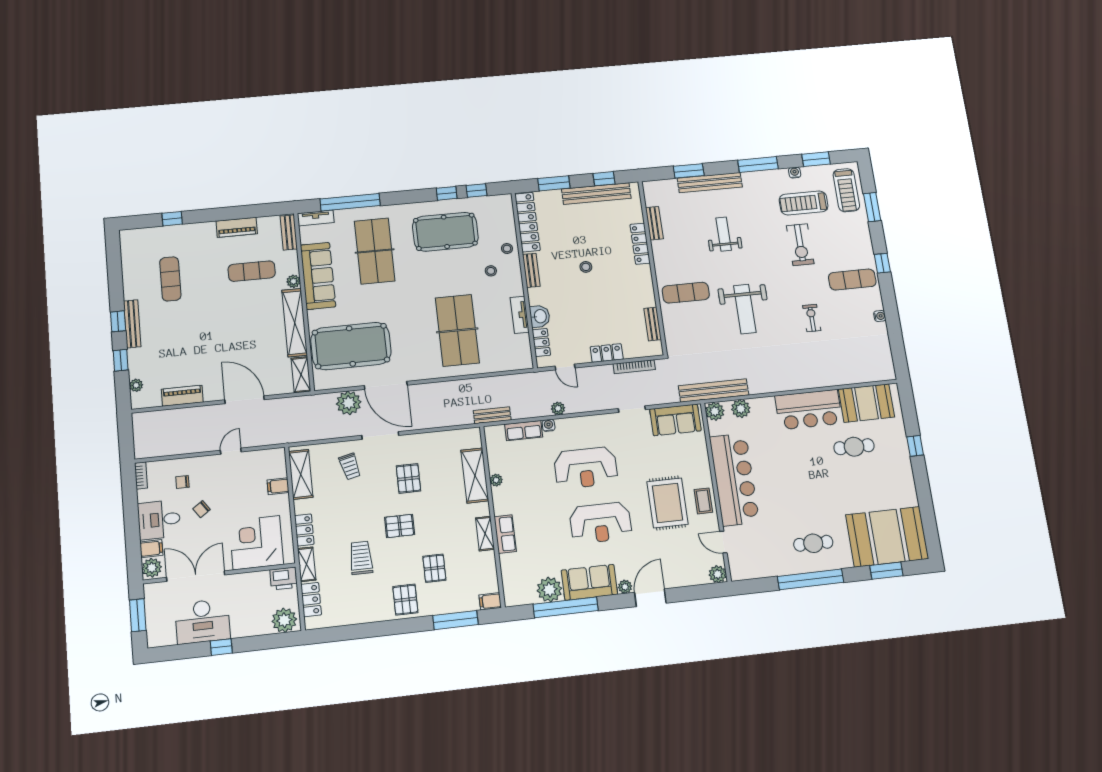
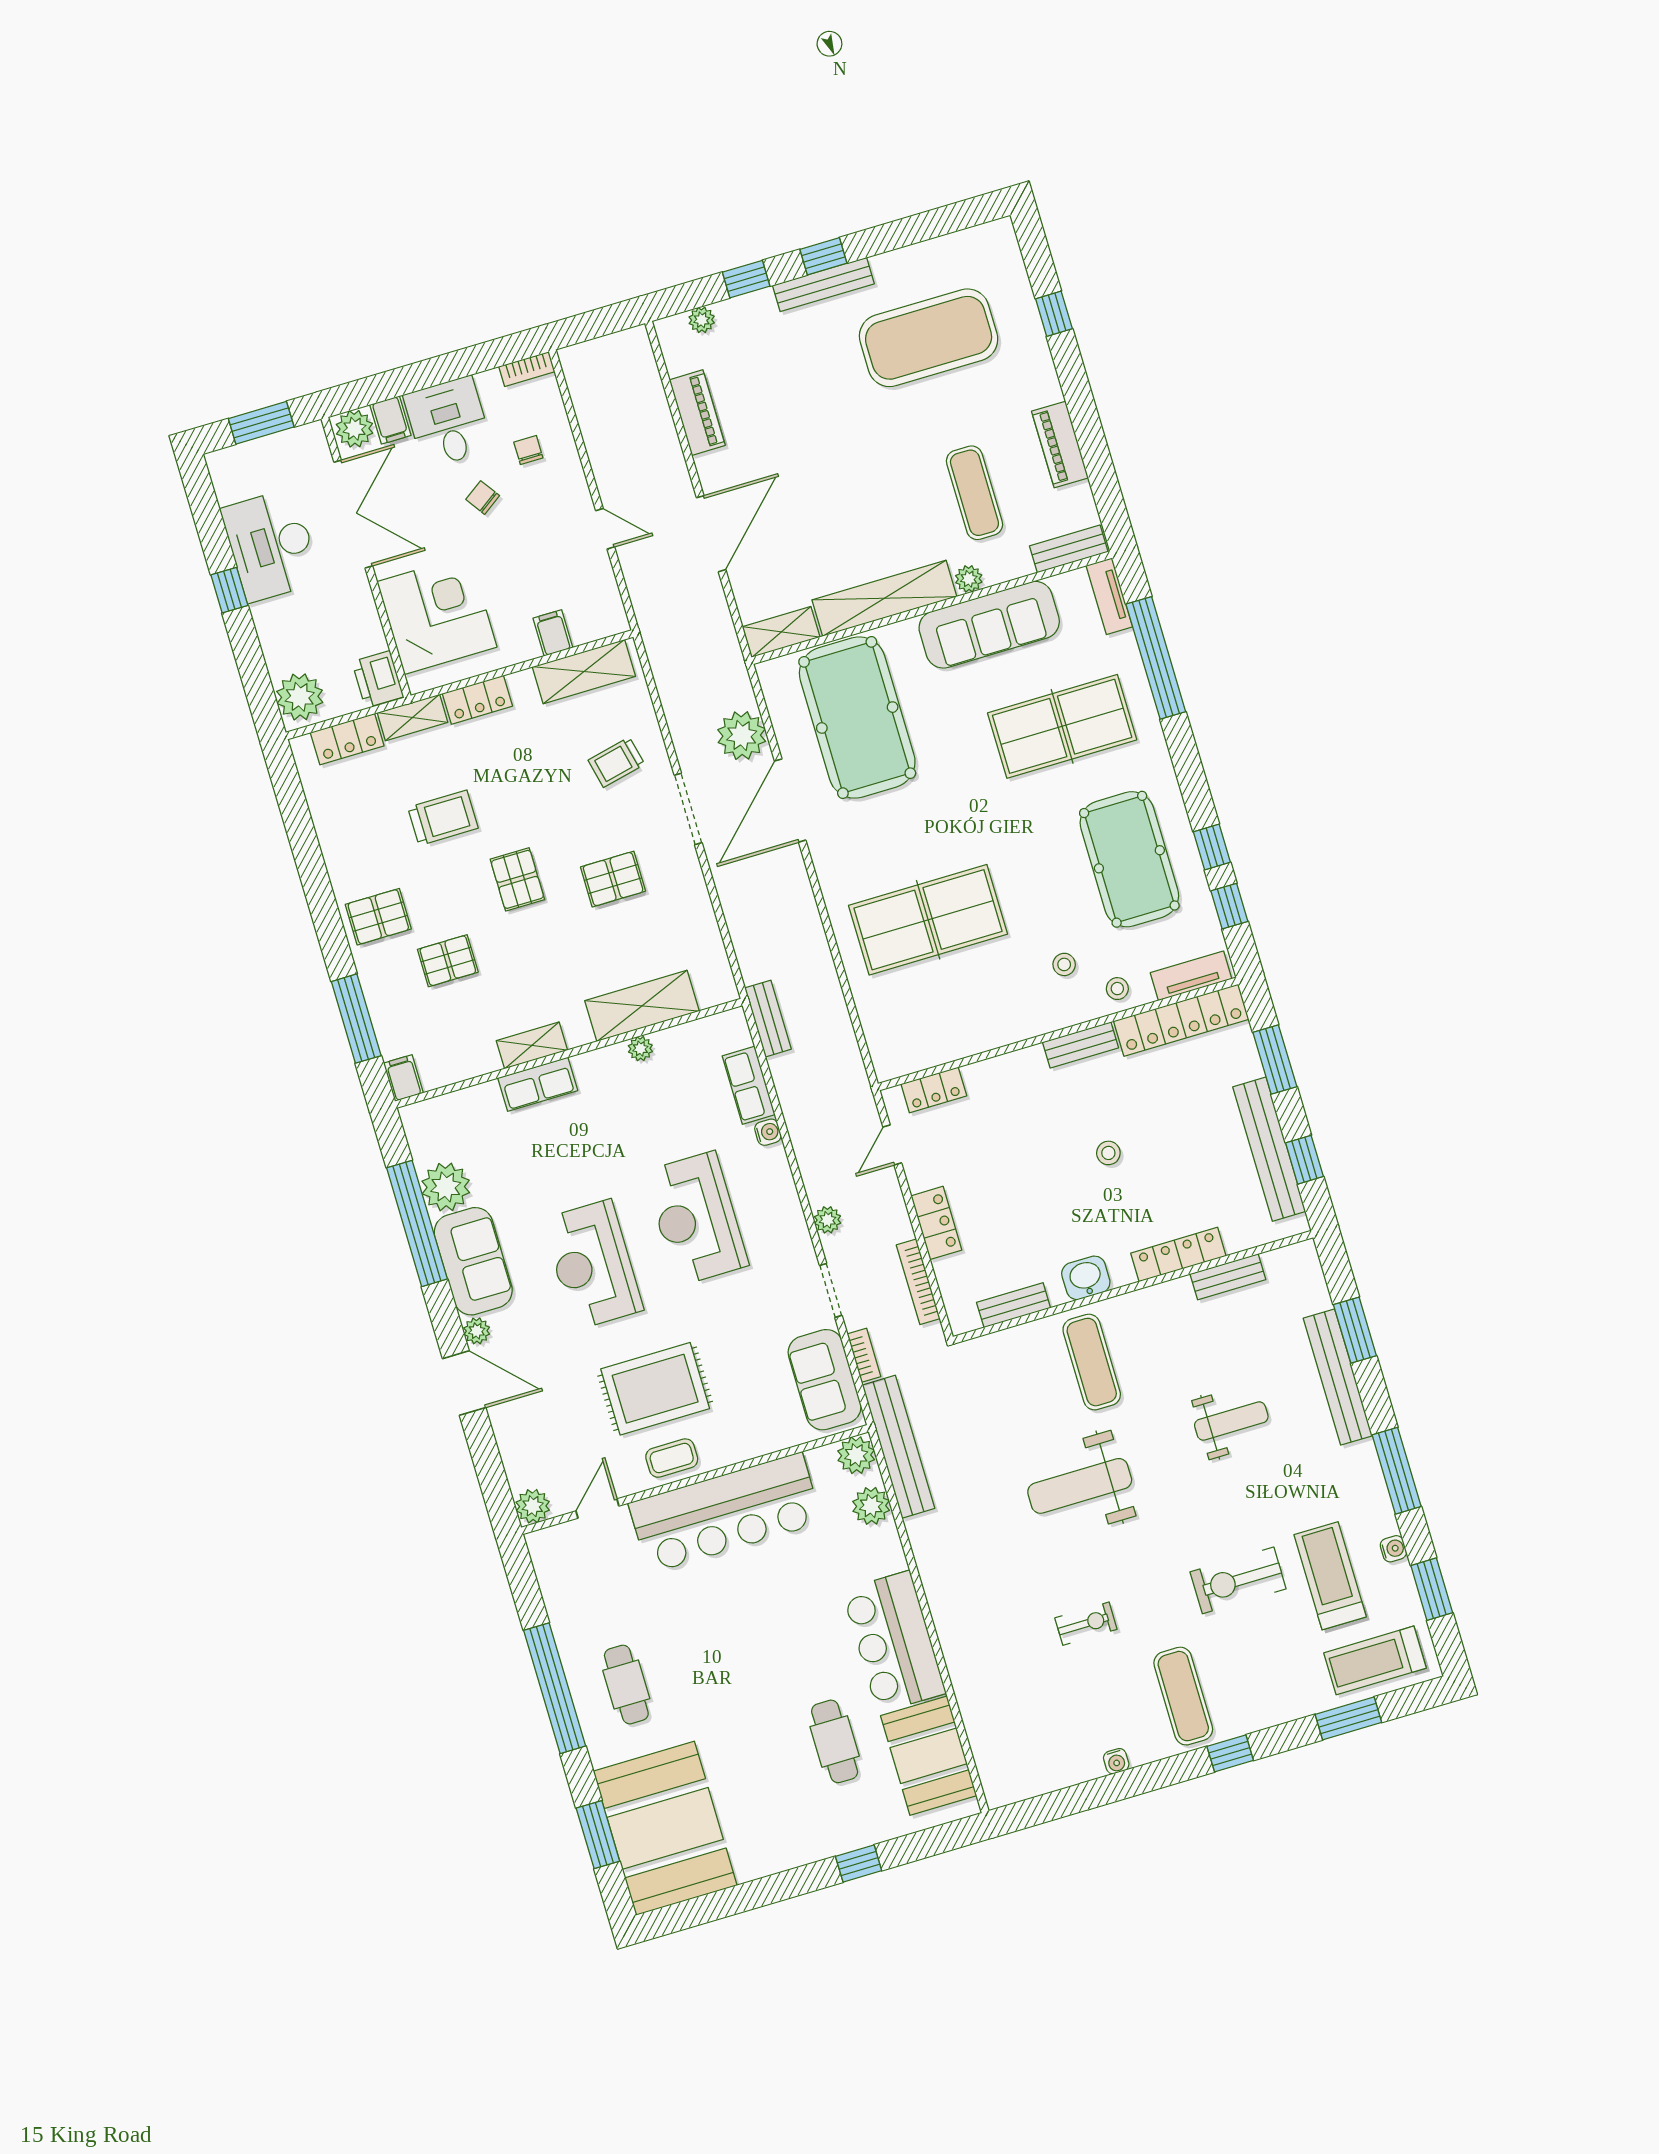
exercise mat: (170, 279) -> (929, 338), width x2.00, depth x1.45
tv unit: (520, 315) -> (1191, 976), moved
washbasin: (540, 316) -> (1086, 1278), moved, turned 180
bookcase: (666, 399) -> (864, 1355), added
plant: (558, 408) -> (828, 1220), moved

